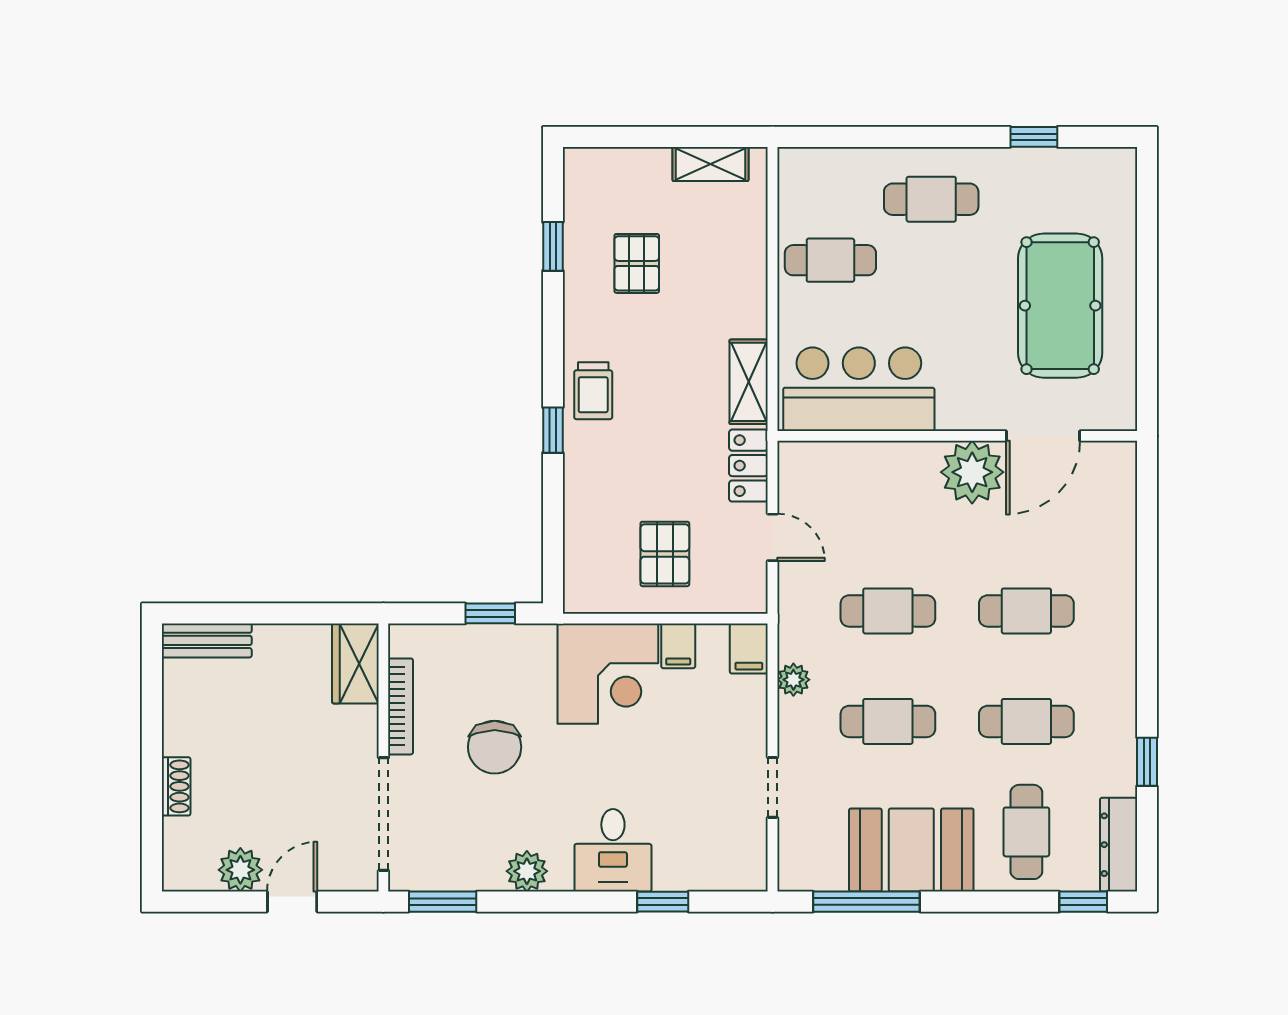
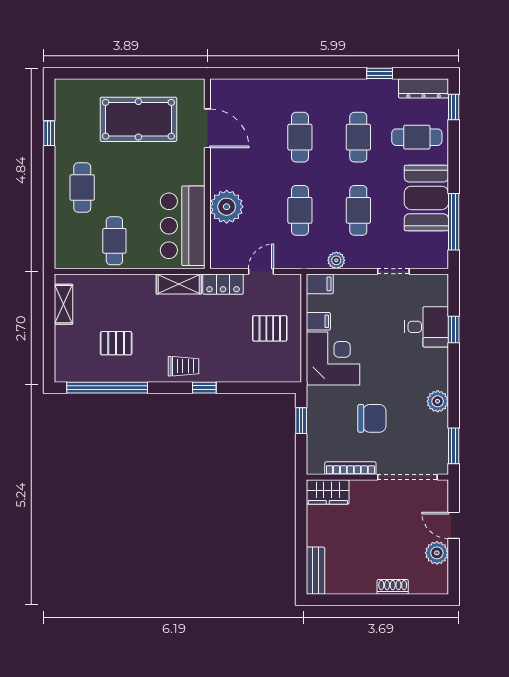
window: (553, 246) -> (107, 388), width x3.17
plant: (972, 472) -> (227, 207), moved
desk: (613, 850) -> (427, 327), moved

